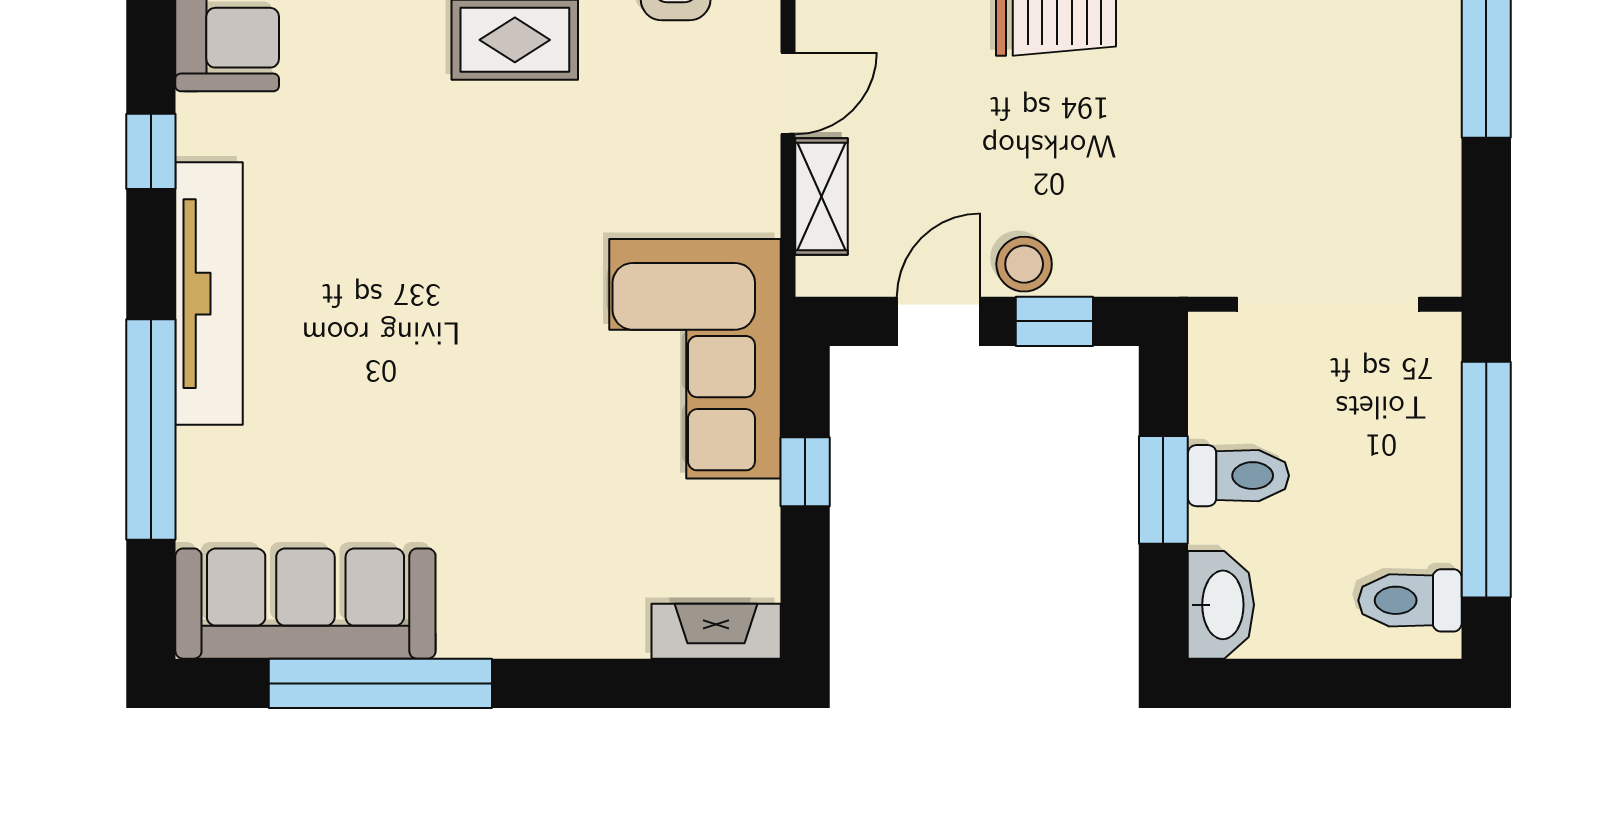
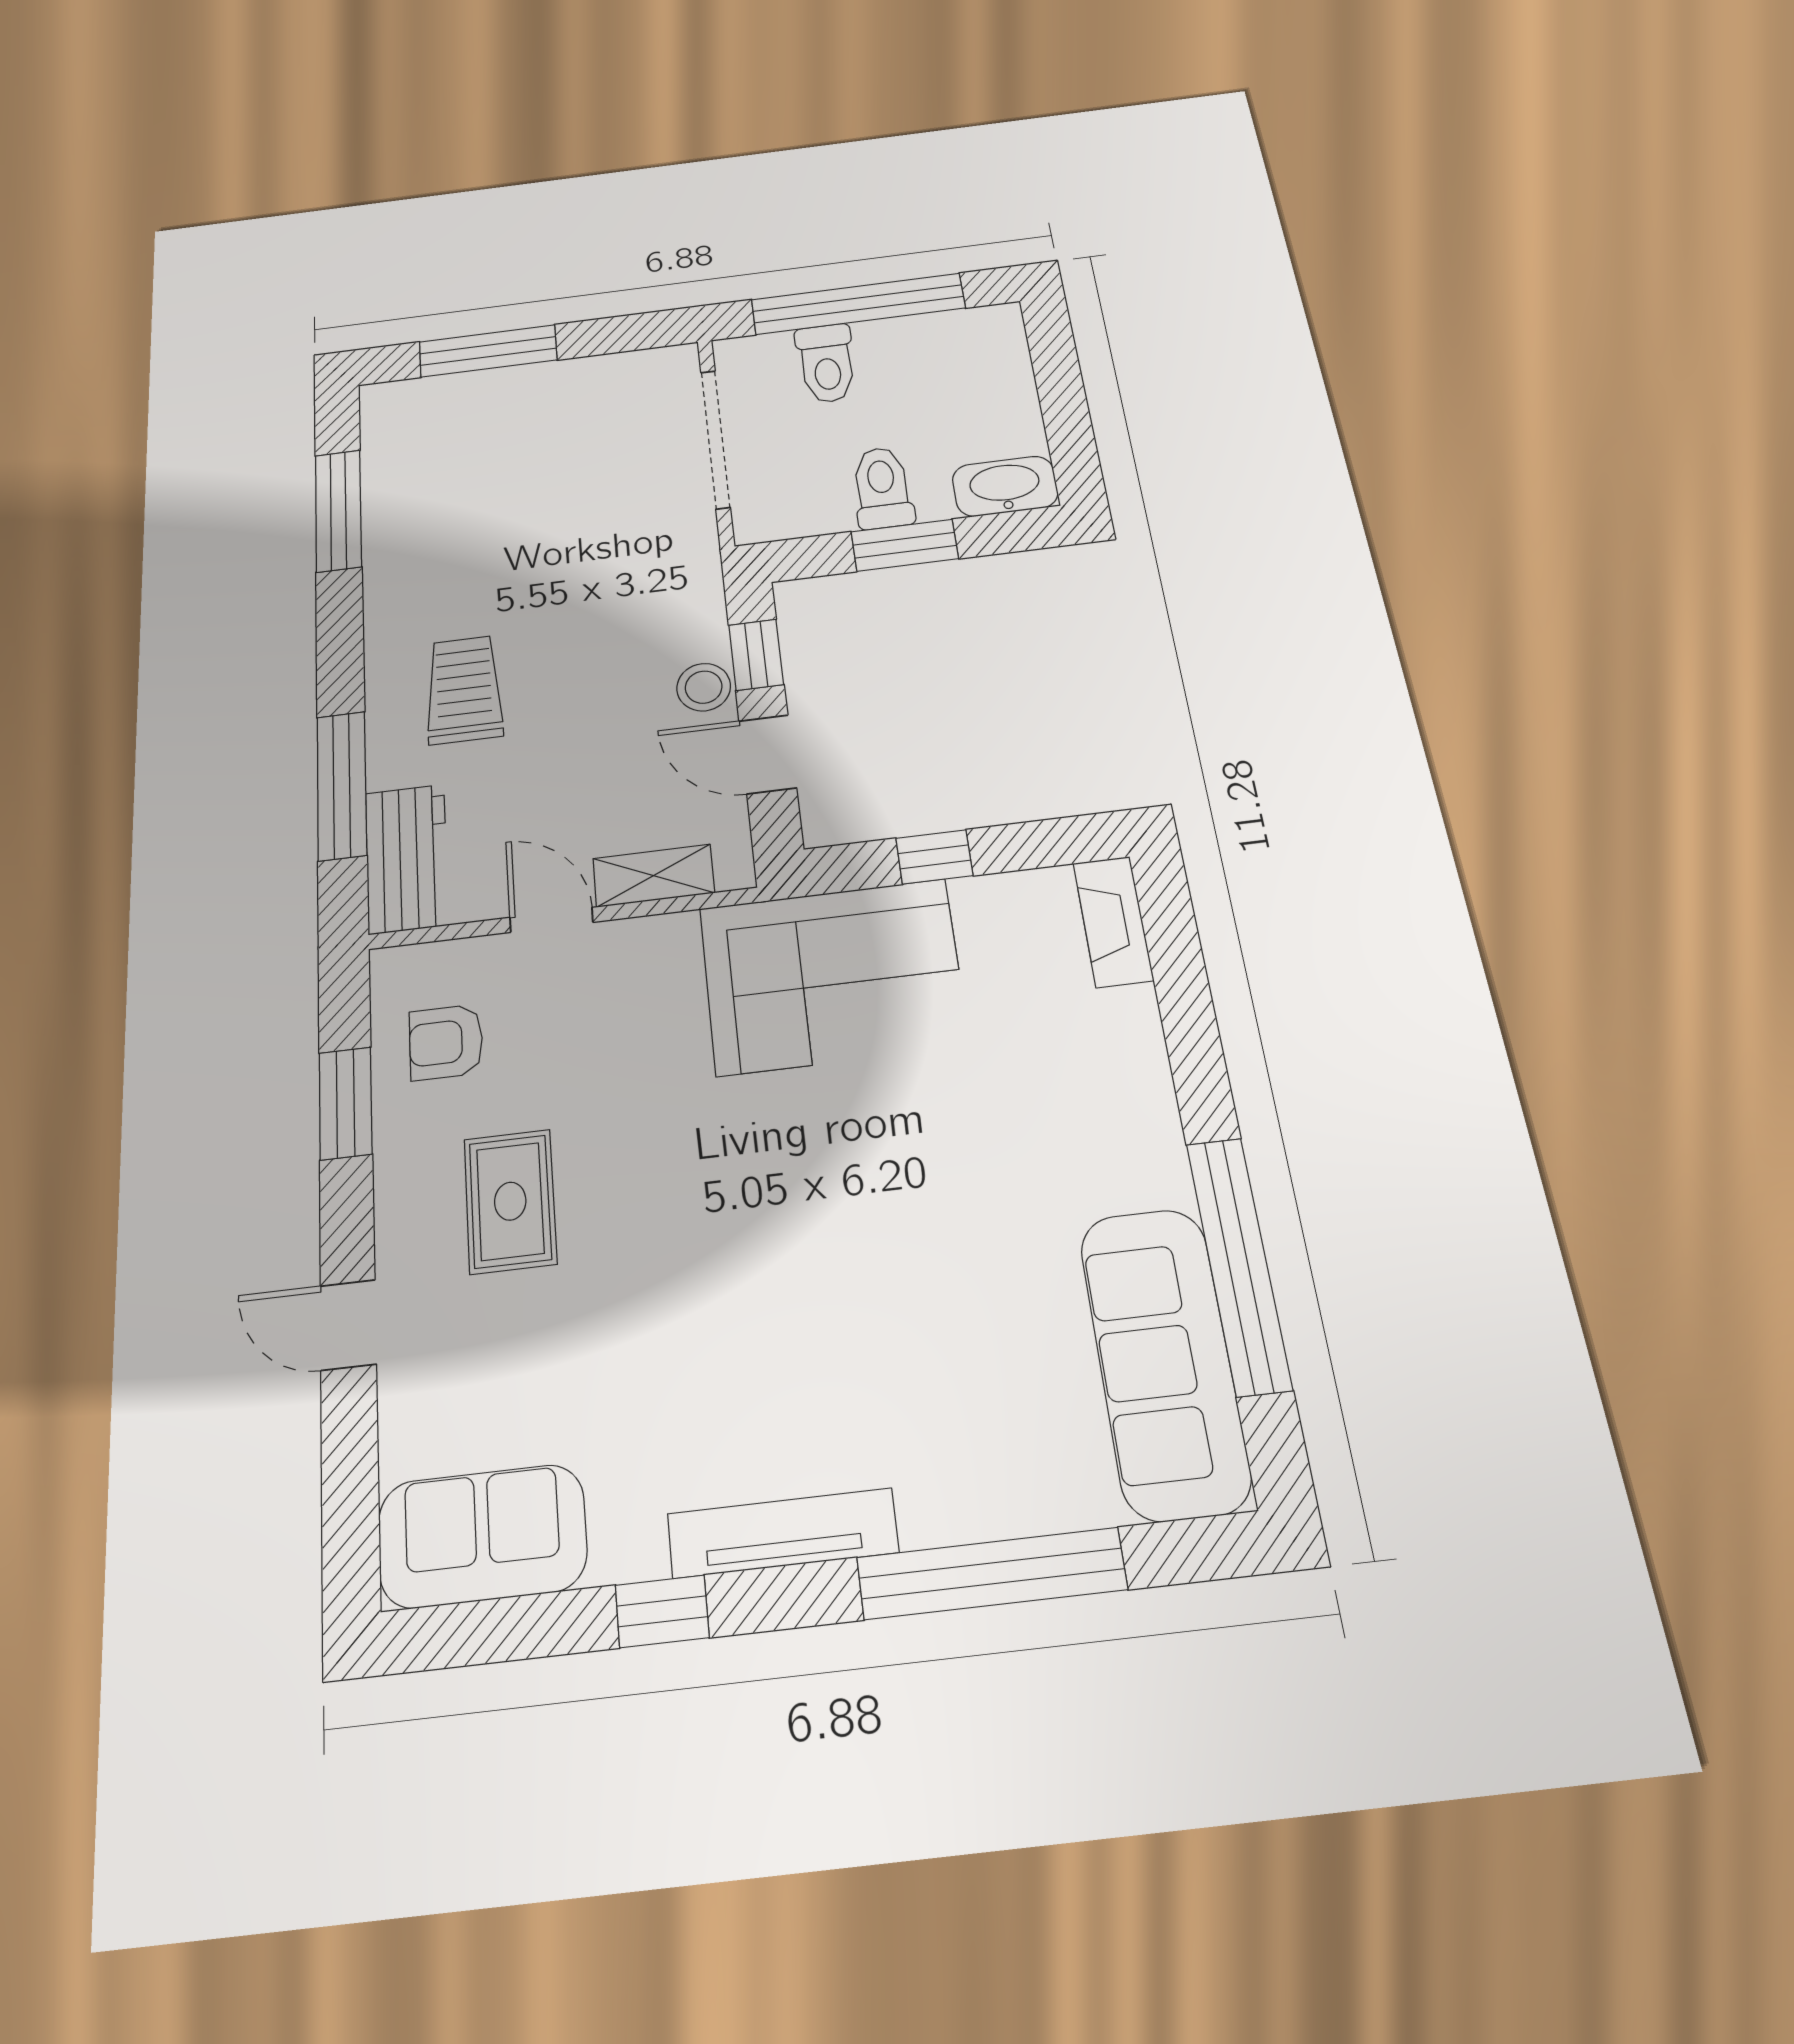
tv unit: (209, 294) -> (783, 1533), width x0.73, depth x0.78
toilet: (1410, 600) -> (826, 363), moved

